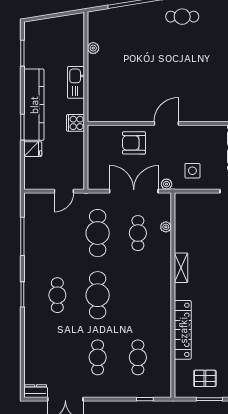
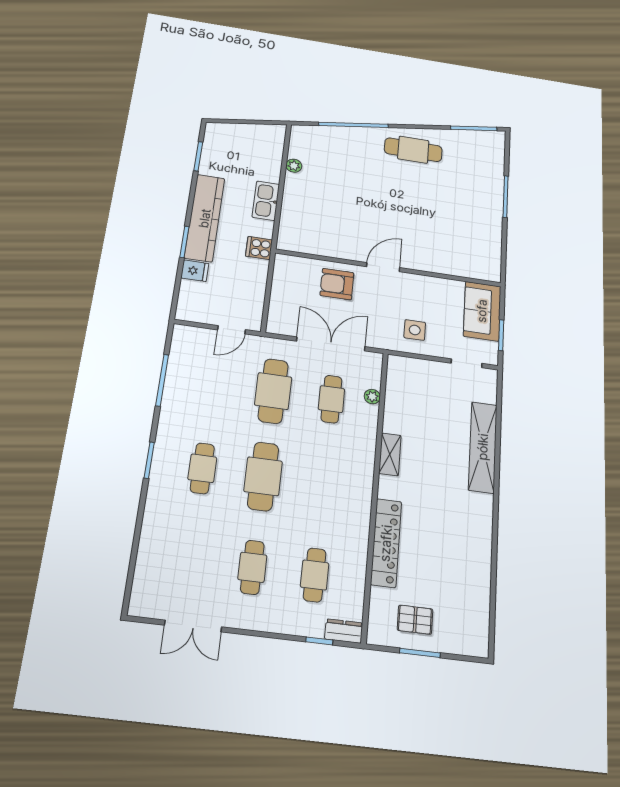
cafe table: (182, 17) -> (413, 150), width x1.37, depth x1.35
plant: (167, 184) -> (378, 342), removed
dresser: (36, 391) -> (344, 631), moved

